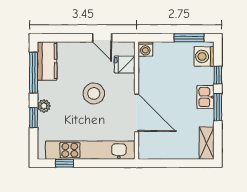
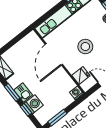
washing machine: (204, 56) -> (34, 104), moved
door: (137, 113) -> (54, 54), hinge flipped

